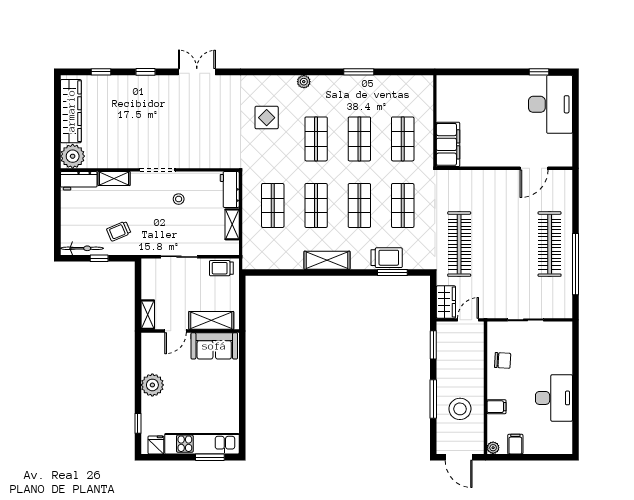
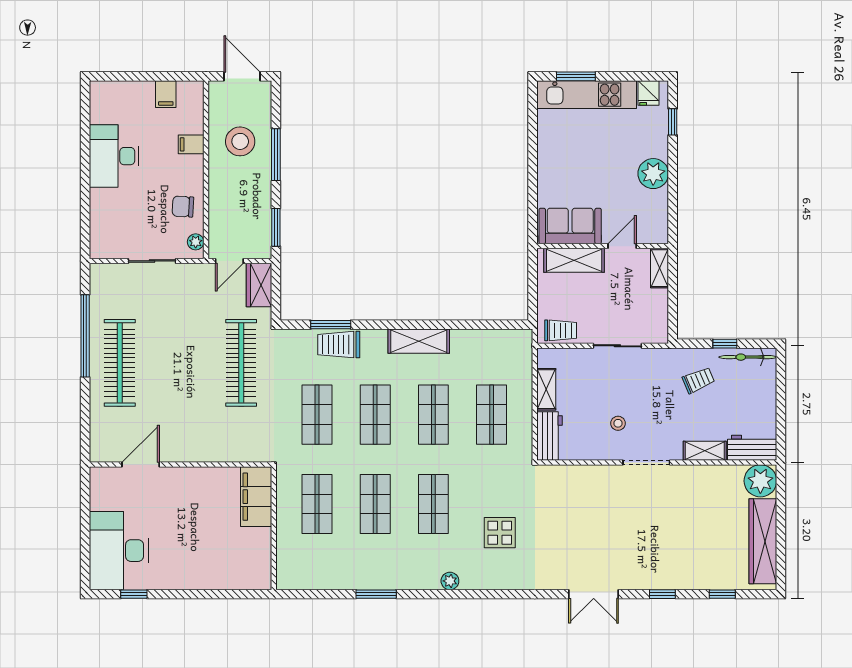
plant: (493, 448) -> (196, 242), moved

